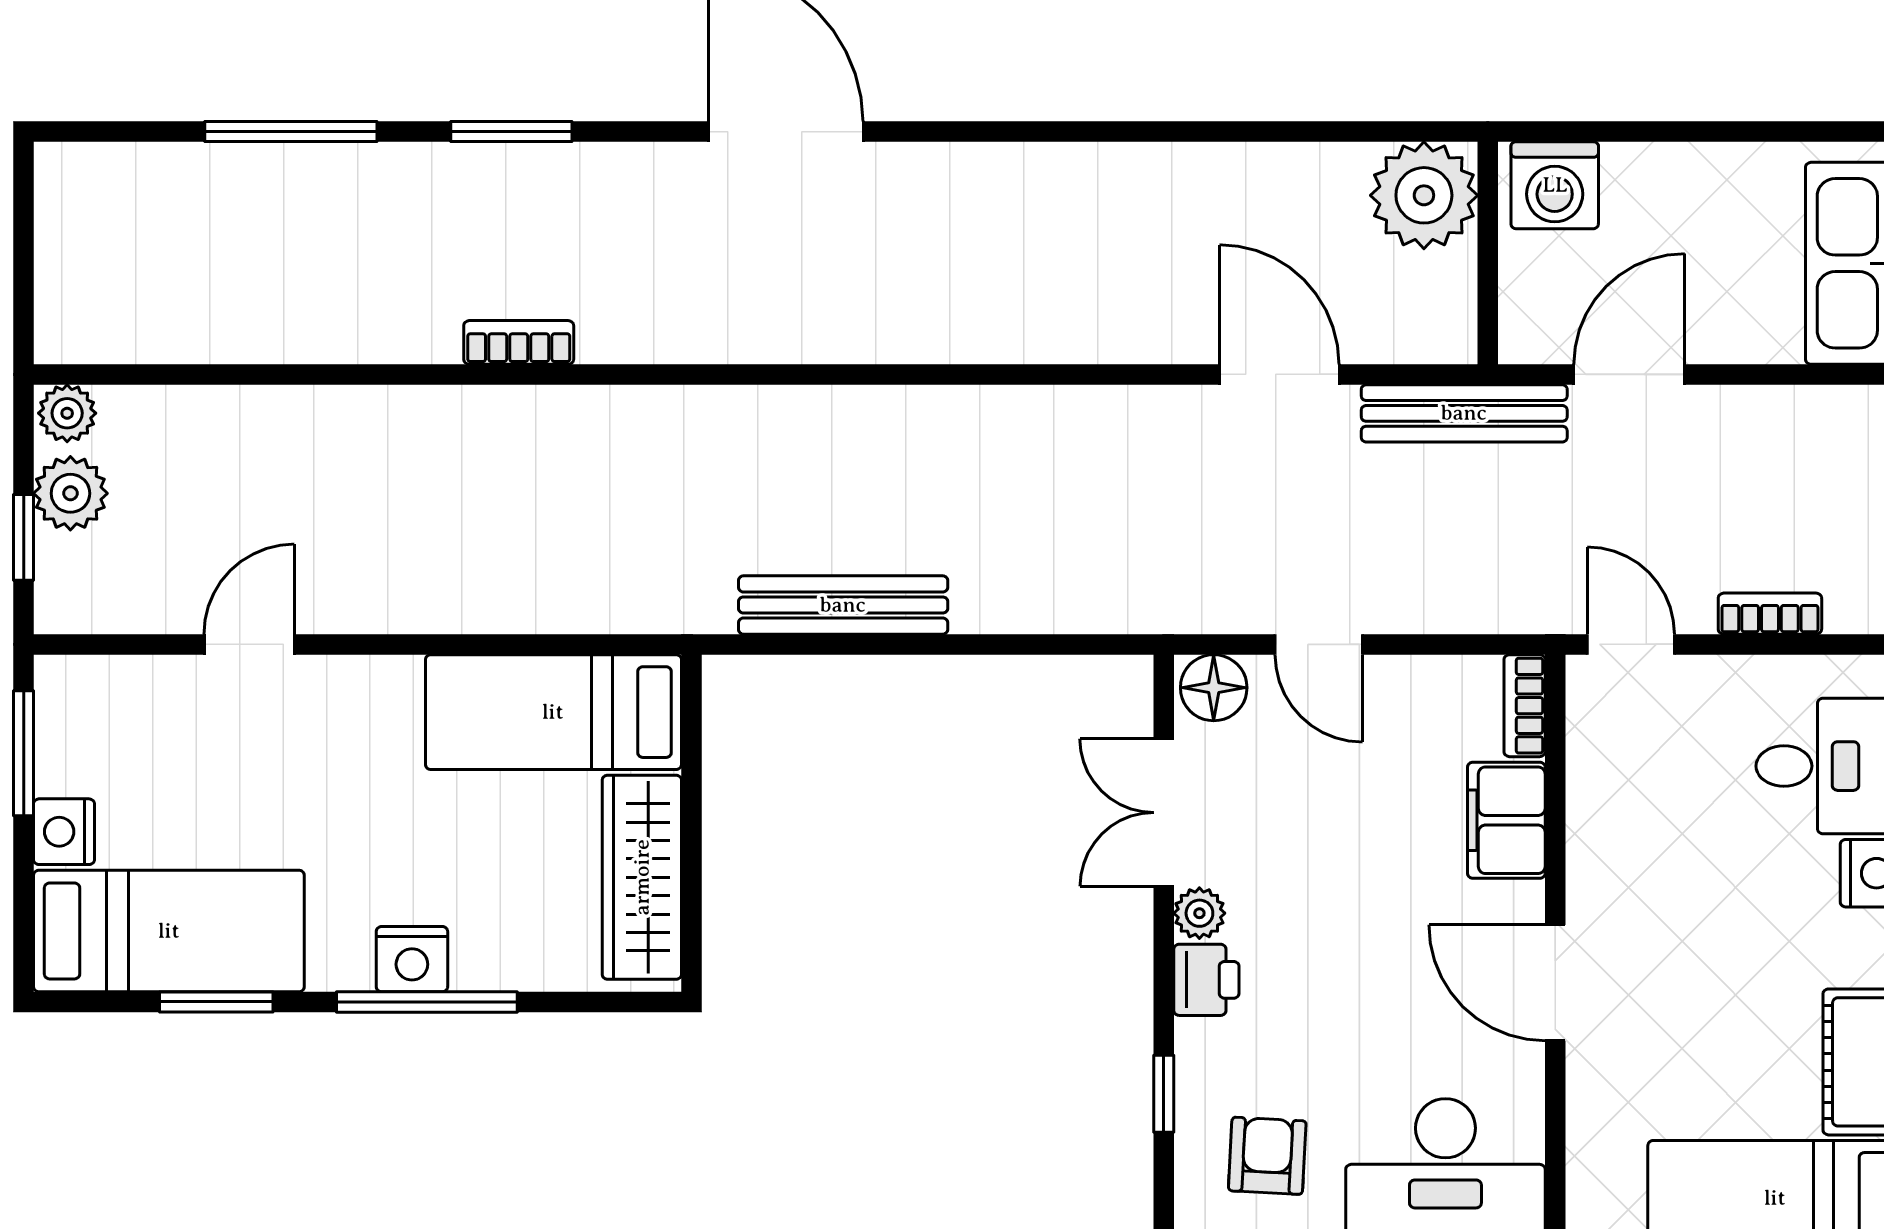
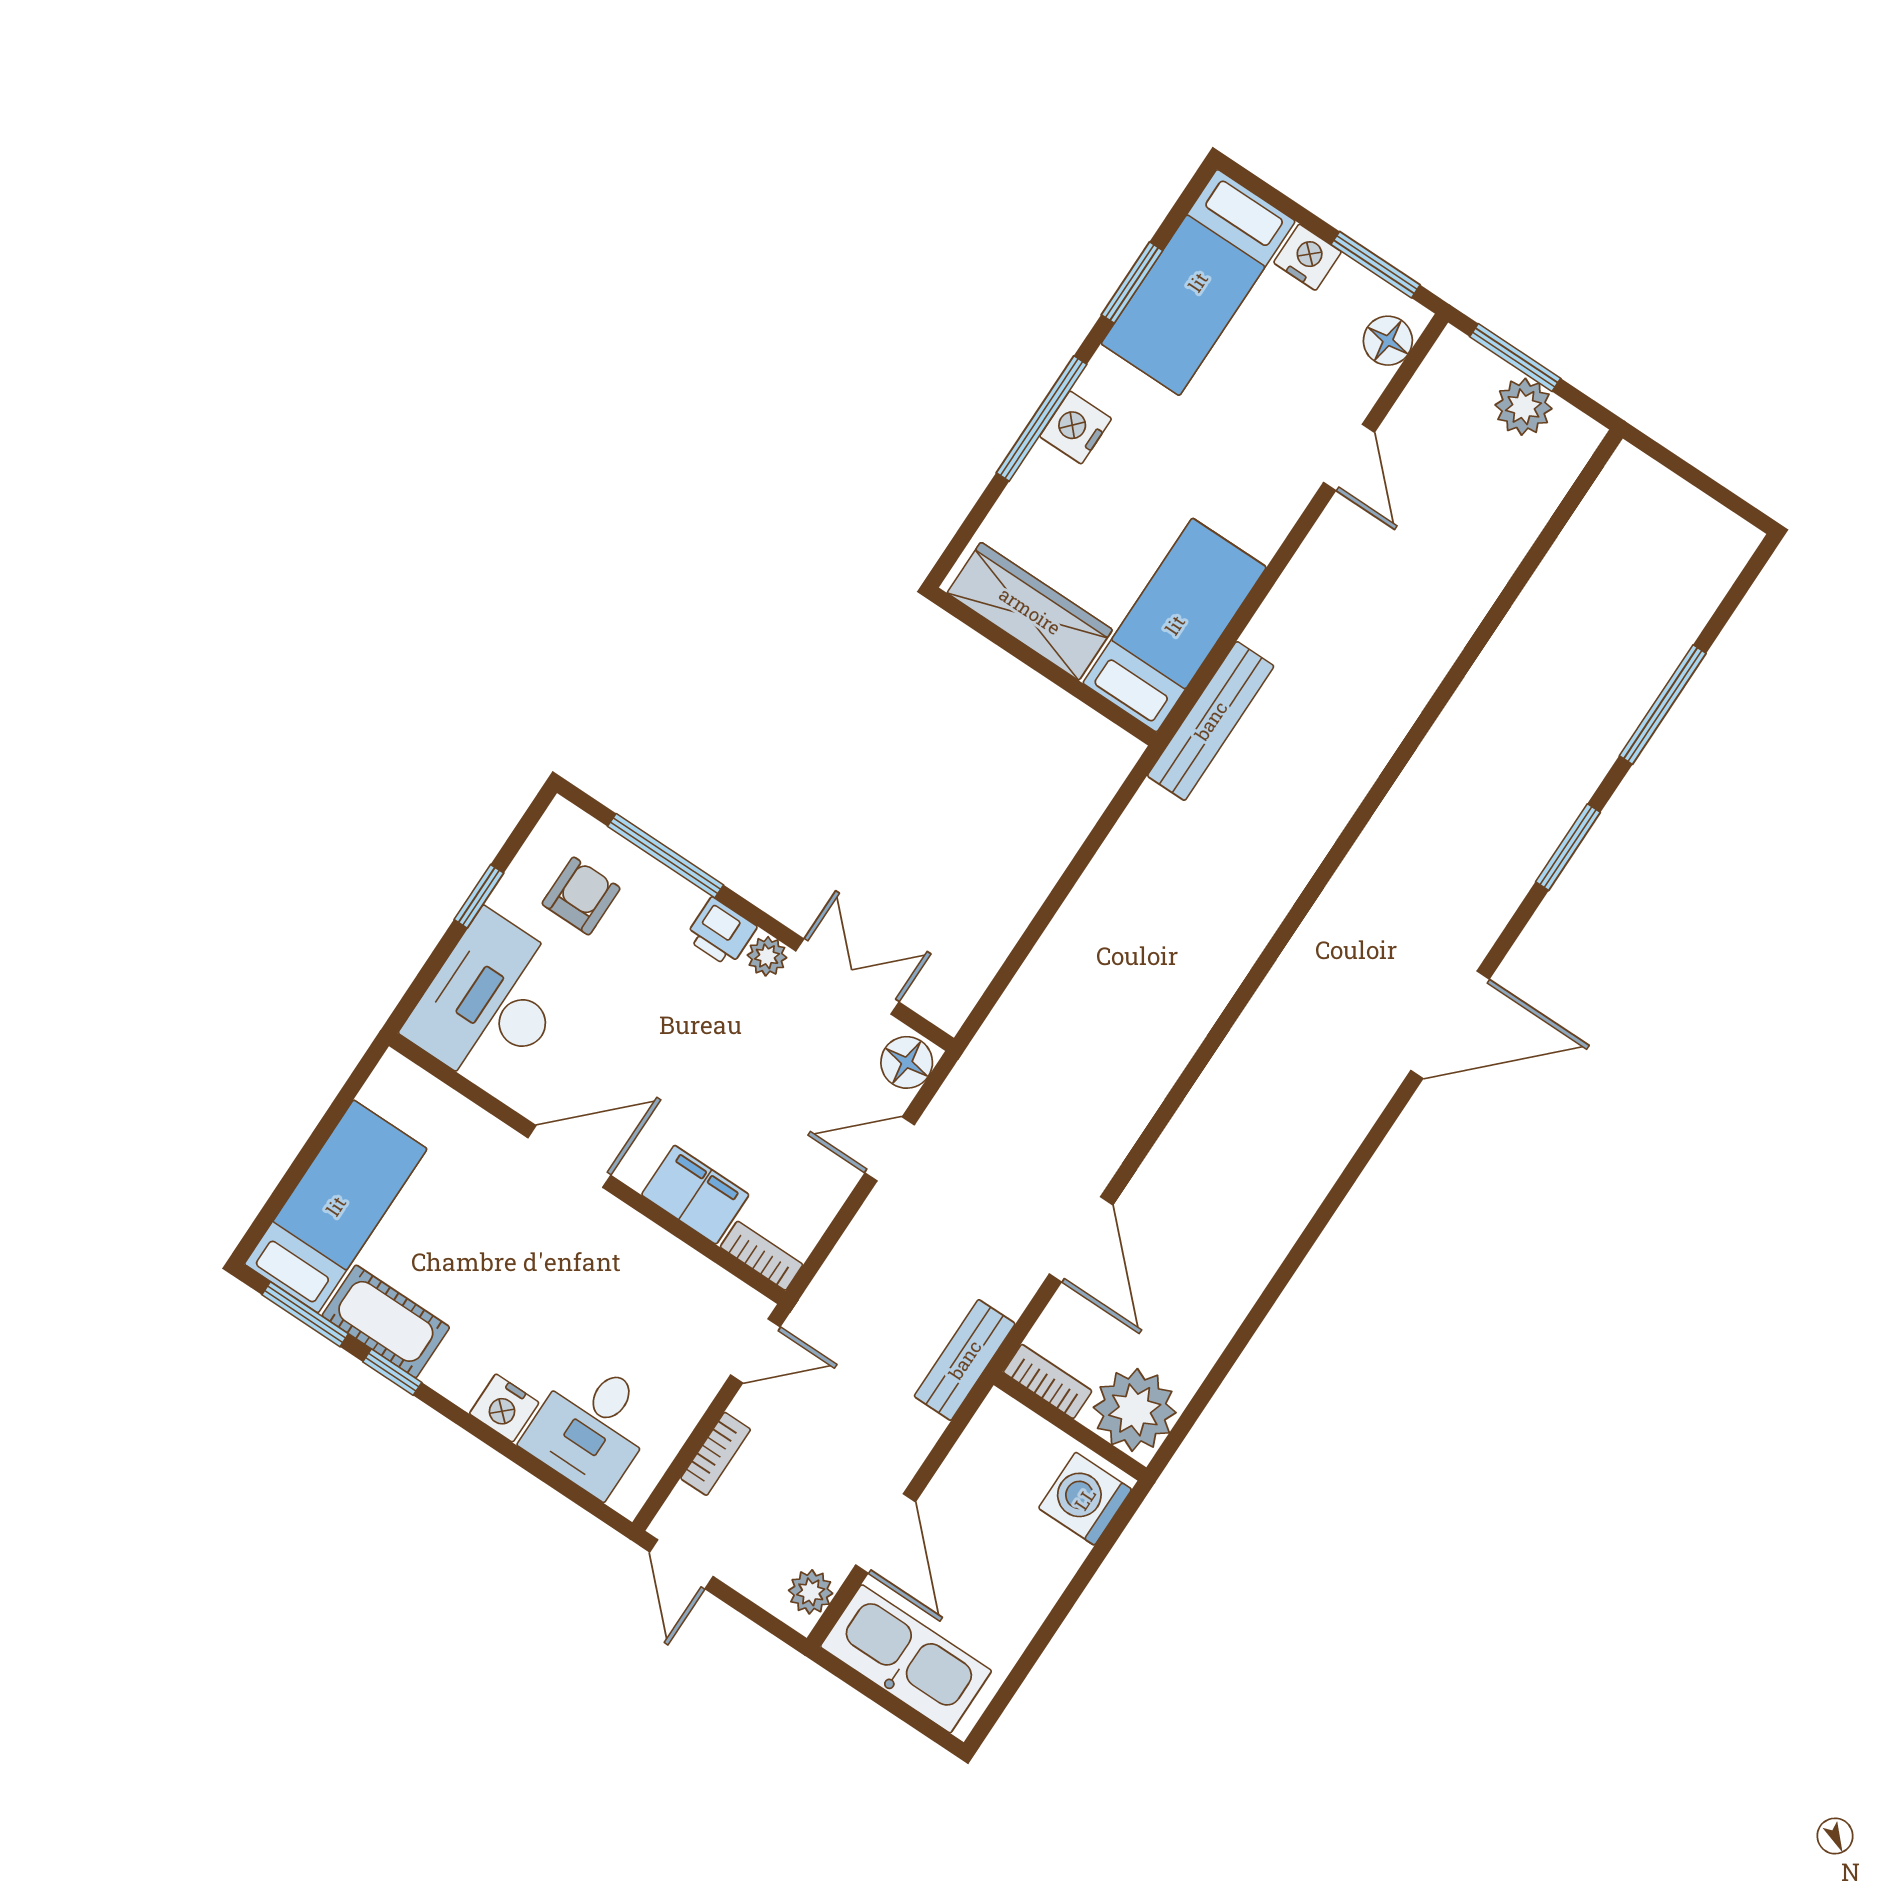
bookcase: (519, 342) -> (1048, 1381), moved, turned -90
door: (1279, 374) -> (1081, 1239), hinge flipped
door: (1629, 374) -> (886, 1534), moved
plant: (67, 413) -> (811, 1592), moved
bench: (1464, 413) -> (965, 1360), width x0.73
window: (24, 537) -> (1515, 357), width x1.50
bench: (843, 605) -> (1211, 721), moved
floor lamp: (96, 686) -> (1388, 341), added
window: (1164, 1094) -> (666, 856), width x2.17
armchair: (1267, 1156) -> (581, 896), turned -93

